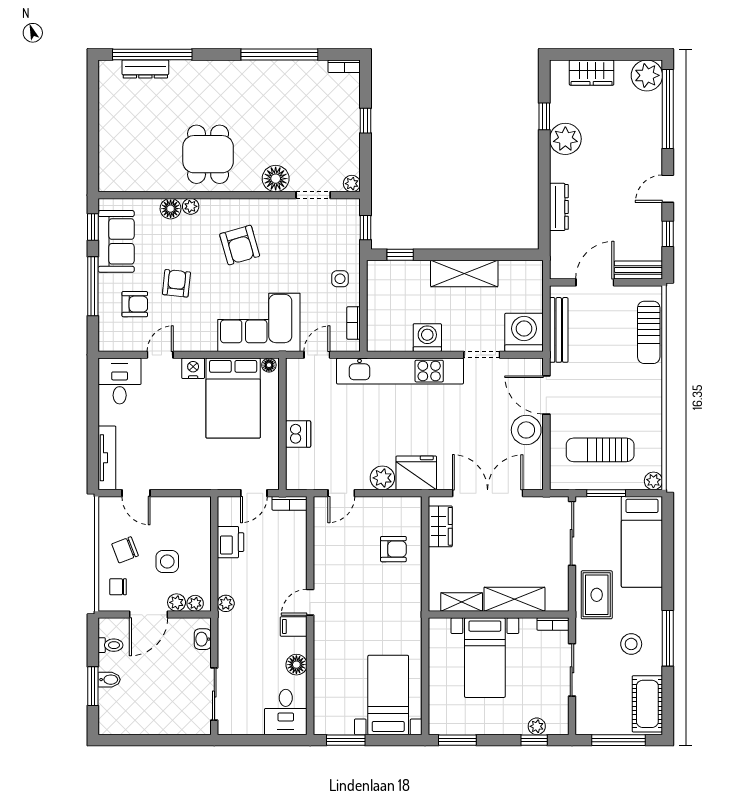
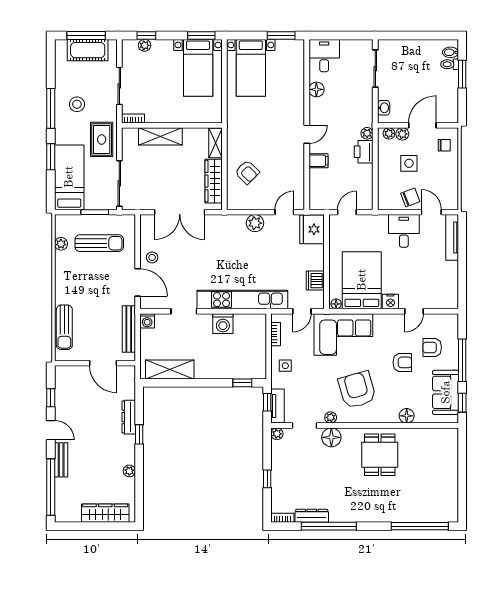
dresser: (145, 69) -> (312, 516), moved
wardrobe: (592, 73) -> (105, 513), width x1.50
plant: (647, 75) -> (66, 511), removed
window: (544, 116) -> (139, 434), moved
plant: (565, 139) -> (129, 471), width x0.53, depth x0.53
door: (668, 189) -> (51, 430), hinge flipped
plant: (191, 206) -> (331, 417), moved
tv unit: (351, 222) -> (277, 406), added
armchair: (240, 245) -> (357, 390), width x1.36, depth x1.36
bench: (638, 270) -> (61, 460), moved, turned 90
shelving: (464, 273) -> (170, 369), moved
door: (595, 282) -> (103, 363), hinge flipped
armchair: (176, 283) -> (402, 362), turned -96
washing machine: (524, 332) -> (147, 321), width x0.53, depth x0.53
sun lounger: (649, 332) -> (64, 327), turned 180
desk: (120, 381) -> (404, 231), moved, turned 180
stool: (526, 430) -> (152, 257), width x0.53, depth x0.53
dishwasher: (298, 434) -> (315, 281), moved
fridge: (416, 473) -> (312, 229), moved, turned 90
plant: (653, 481) -> (61, 244), moved
bookcase: (289, 503) -> (321, 205), removed
wardrobe: (440, 526) -> (214, 181), width x1.50
printer: (231, 542) -> (364, 152), moved
armchair: (393, 549) -> (247, 172), turned -135
chair: (125, 550) -> (410, 197), moved
window: (668, 571) -> (51, 157), added
shelving: (462, 602) -> (215, 143), moved, turned 90
filing cabinet: (294, 626) -> (318, 161), moved
toilet: (111, 645) -> (450, 64), moved
bed with nightstands: (485, 658) -> (198, 68), moved, turned 180
bidet: (109, 680) -> (450, 52), moved
cot: (647, 704) -> (88, 50), moved, turned 90

